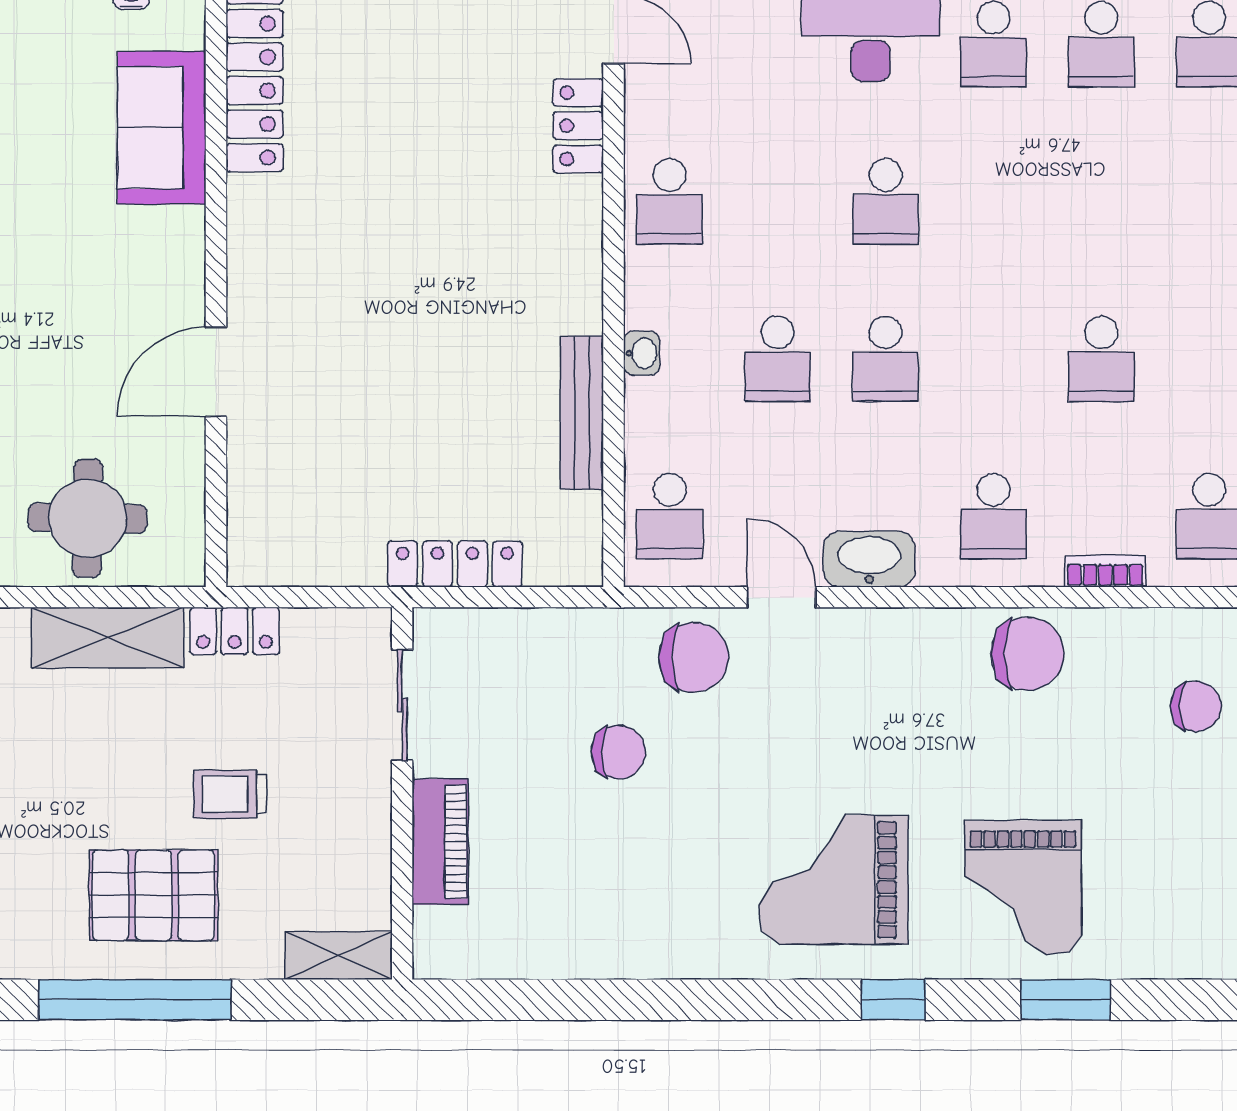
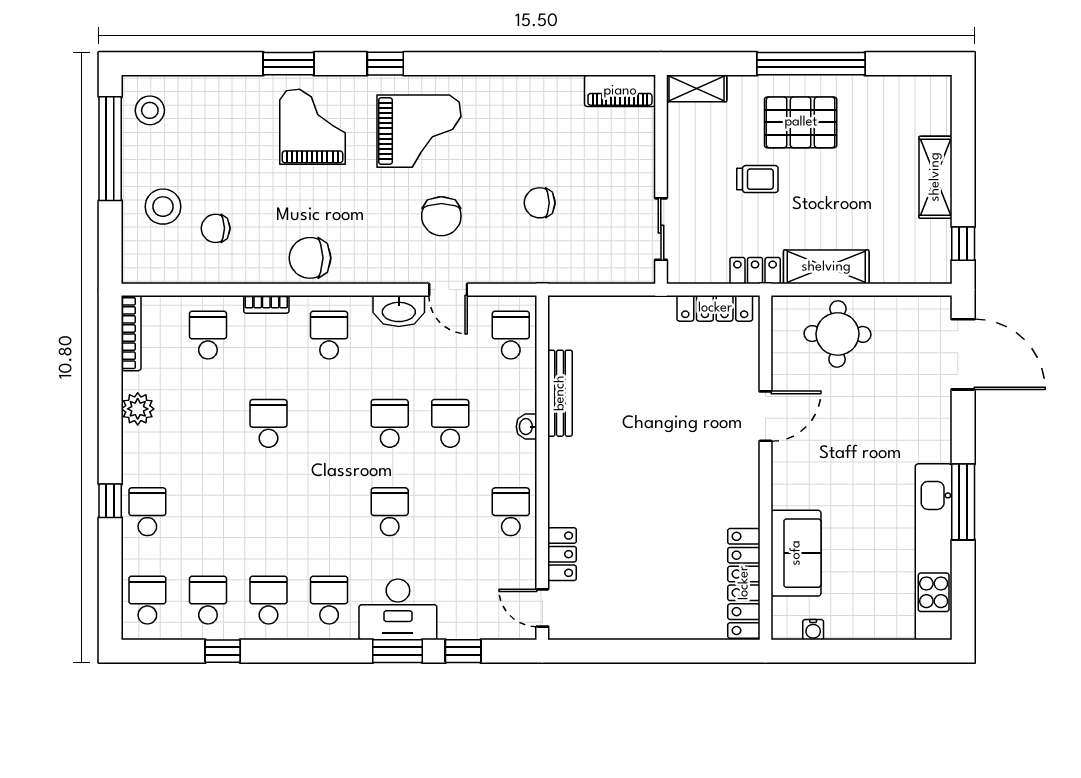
locker: (455, 564) -> (715, 308), moved
chair: (694, 657) -> (441, 216), moved, turned -90
piano: (440, 842) -> (620, 91), moved, turned -90

